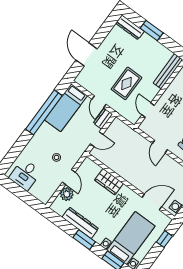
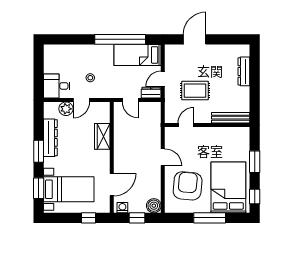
dresser: (130, 27) -> (244, 71), moved
window: (152, 31) -> (255, 79), removed
door: (160, 147) -> (163, 157), swing flipped
desk: (25, 175) -> (57, 86), moved
door: (152, 202) -> (112, 185), hinge flipped

